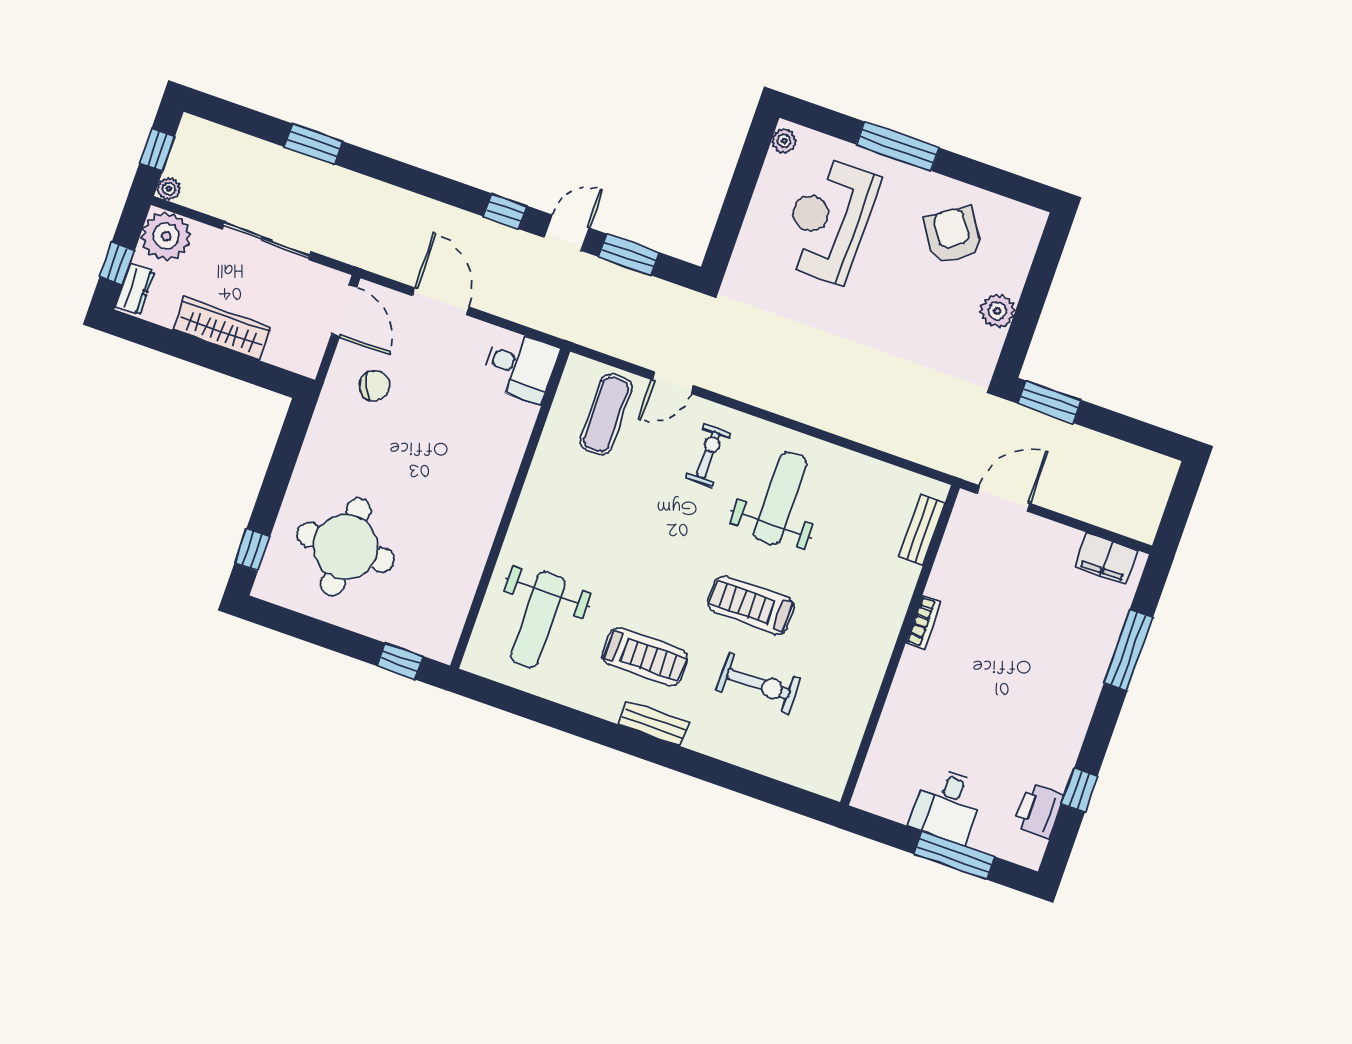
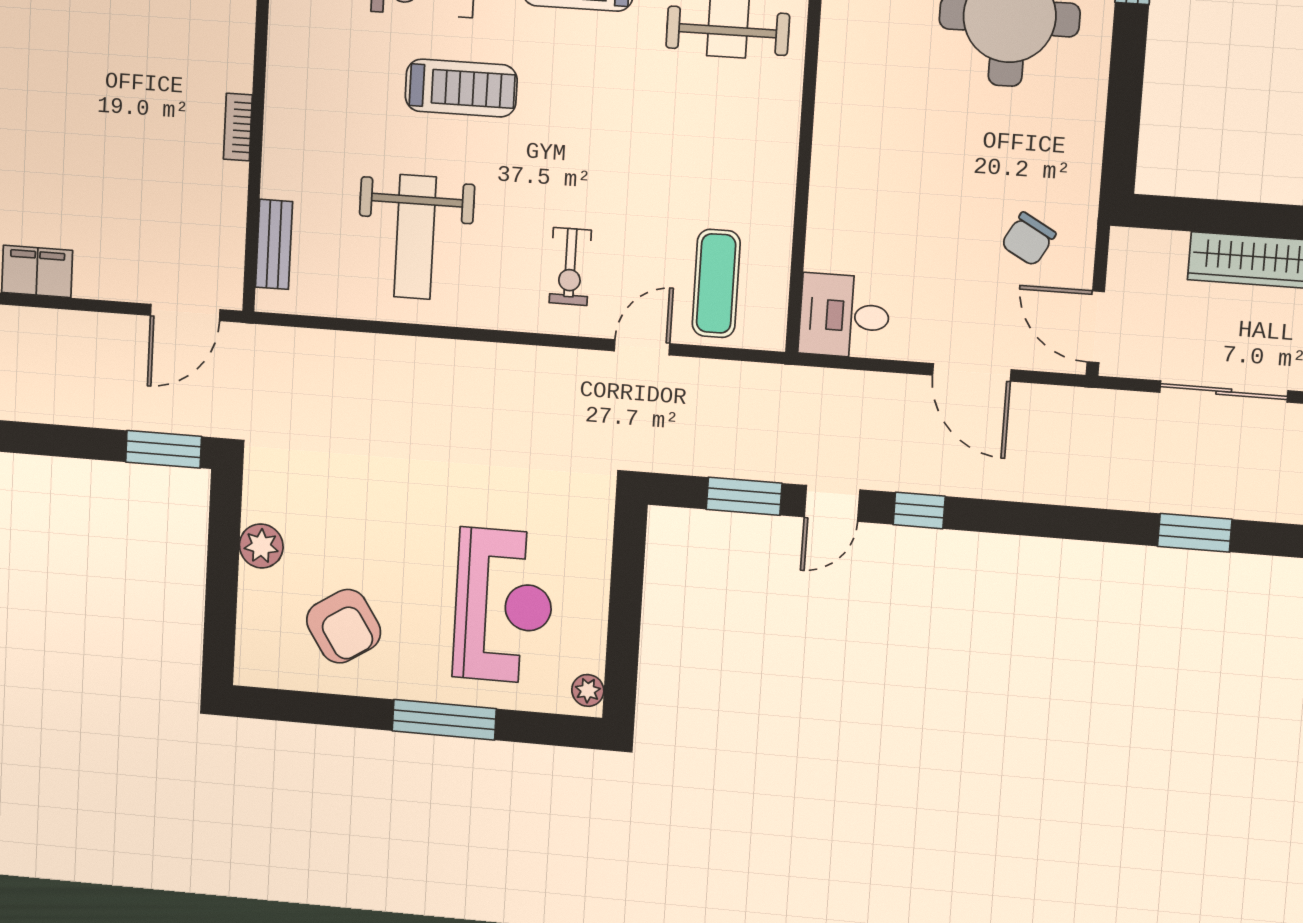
chair: (375, 386) -> (1028, 239), turned -35
weight bench: (780, 498) -> (415, 237), moved

